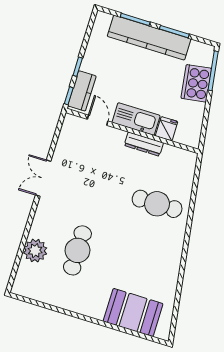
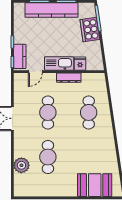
door: (98, 120) -> (35, 72), swing flipped
cafe table: (98, 185) -> (48, 112), added
cafe table: (157, 204) -> (89, 112), turned 90

